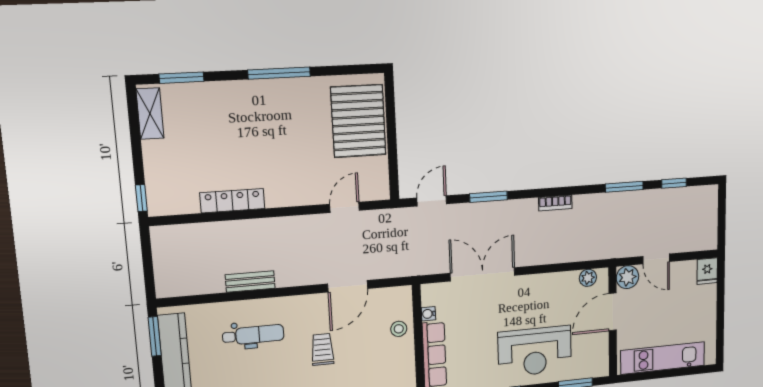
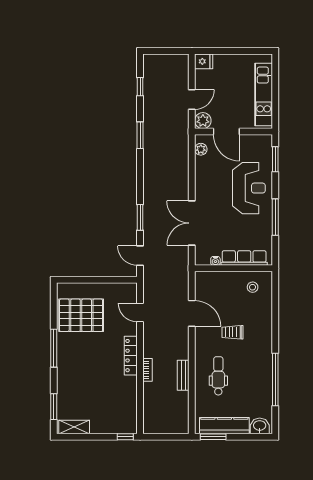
pallet: (358, 121) -> (81, 315), moved
window: (624, 187) -> (140, 135), moved
locker: (232, 201) -> (131, 356), moved
bookcase: (555, 203) -> (148, 370), moved
stool: (399, 329) -> (253, 287), moved

